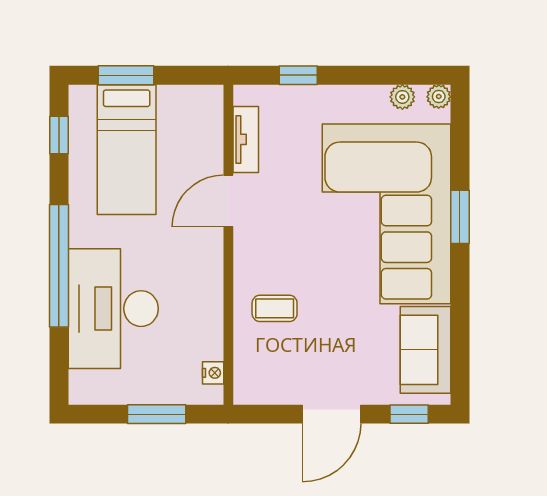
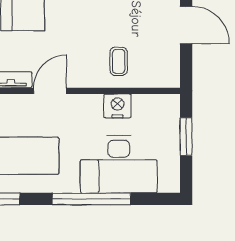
door: (228, 201) -> (50, 91), swing flipped
nightstand: (213, 373) -> (118, 106), moved, width x1.89, depth x1.79

